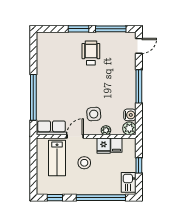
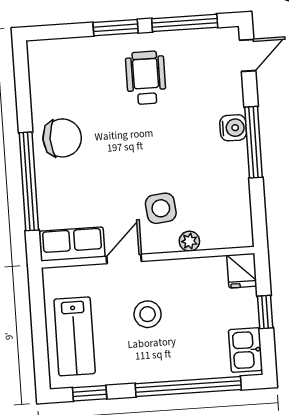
chair: (50, 78) -> (62, 138), added
water cooler: (130, 115) -> (233, 128), moved
plant: (129, 128) -> (239, 234), removed
filing cabinet: (116, 145) -> (214, 272), removed
fridge: (104, 146) -> (242, 271), moved
lab bench: (57, 158) -> (75, 336), moved

